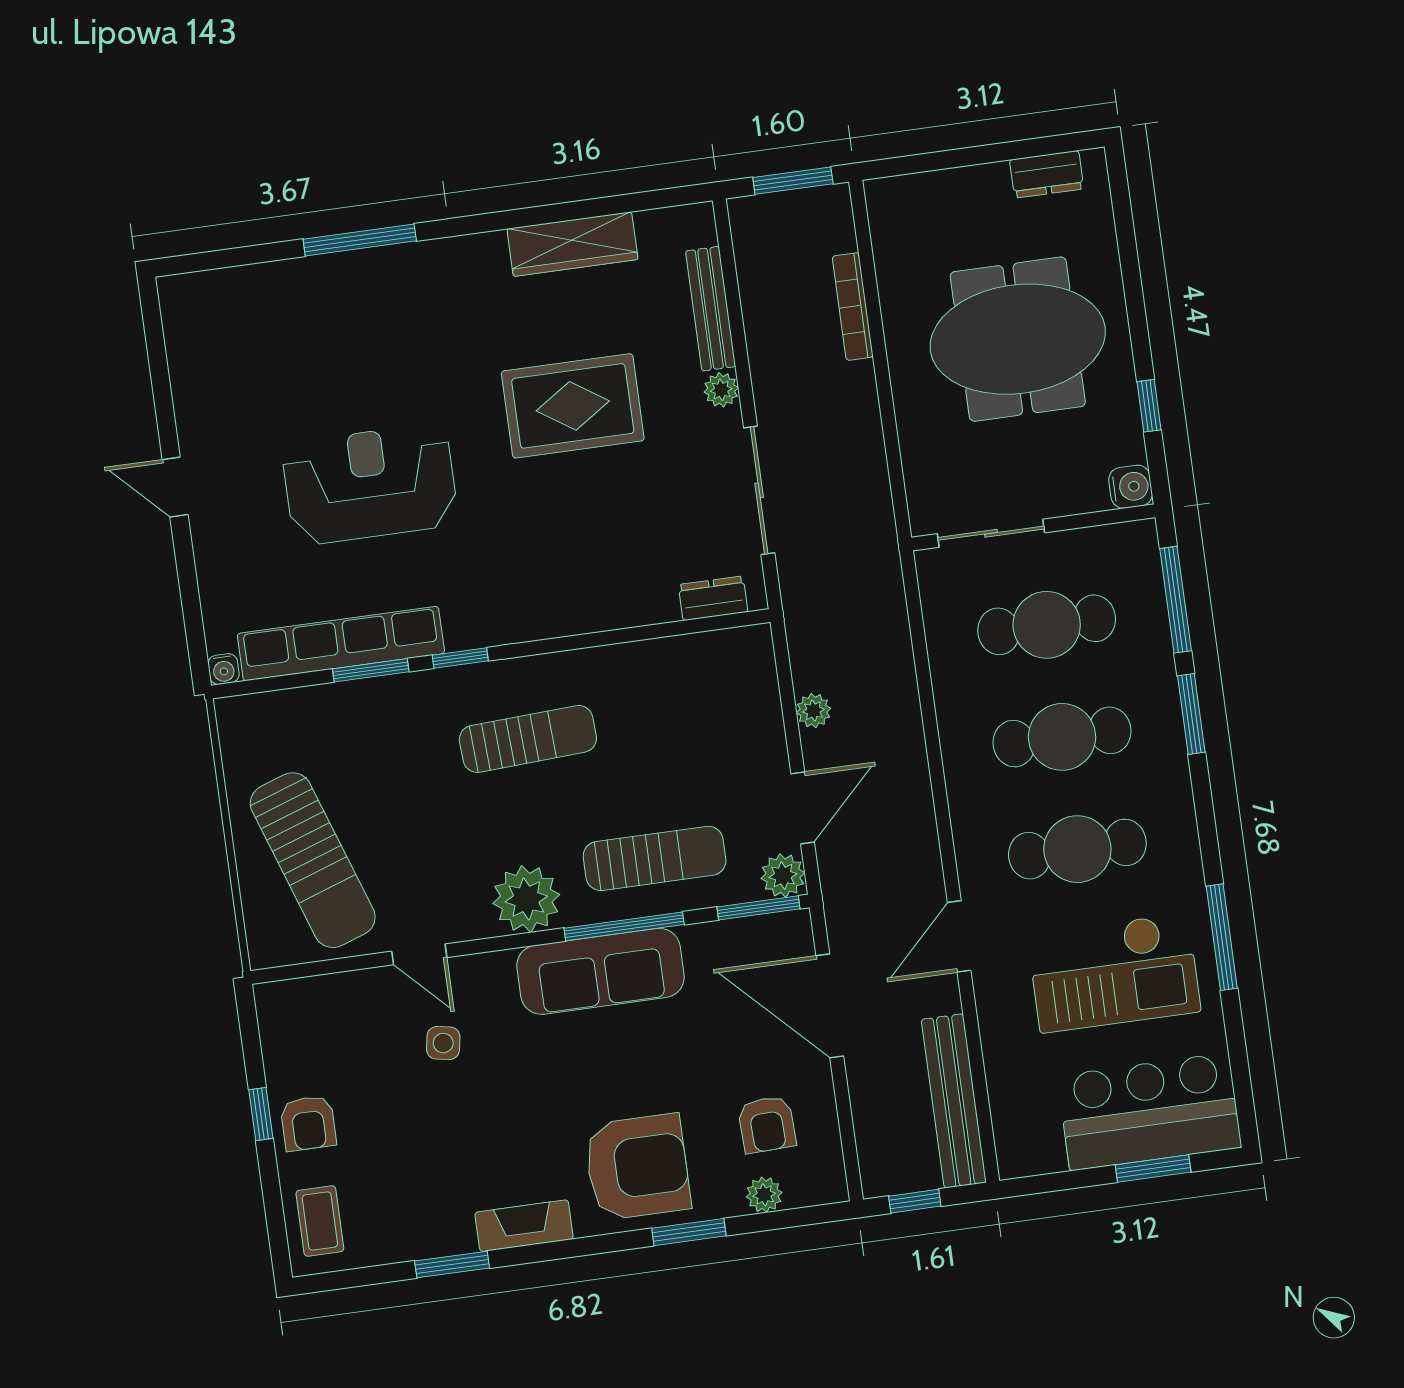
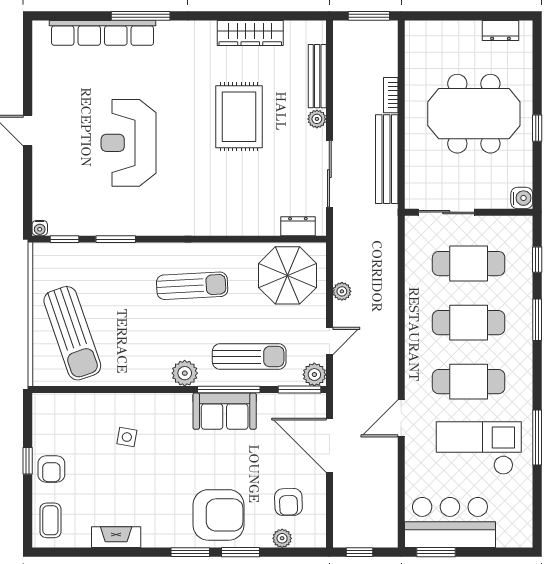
bookcase: (853, 307) -> (391, 95), width x0.64
rug: (573, 406) -> (239, 117), turned 90
window: (1149, 406) -> (537, 128), moved
reception desk: (370, 484) -> (129, 143), turned -90
window: (1176, 600) -> (537, 260), width x0.46
row of seats: (341, 644) -> (103, 33), moved, turned 180
window: (460, 658) -> (65, 239), moved
parasol: (706, 695) -> (287, 275), added
door: (803, 808) -> (329, 341), width x0.73
plant: (526, 899) -> (185, 373), width x0.73, depth x0.73
door: (419, 954) -> (121, 390), removed
sofa: (600, 971) -> (225, 411), width x0.73
checkout: (1114, 973) -> (479, 448), turned 180
bench: (954, 1101) -> (387, 159), moved
bar counter: (1149, 1112) -> (450, 523), moved
window: (1153, 1168) -> (436, 552), moved
fireplace: (524, 1226) -> (116, 537), moved
window: (452, 1265) -> (190, 552), moved

